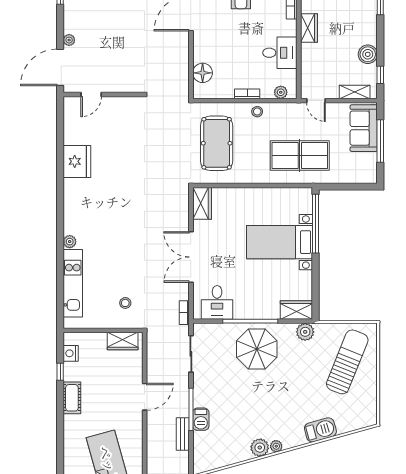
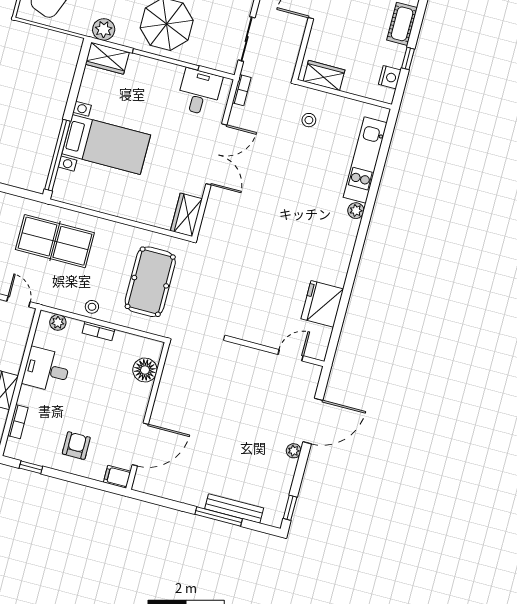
door: (91, 94) -> (291, 355), moved
wall: (103, 94) -> (277, 352), moved

